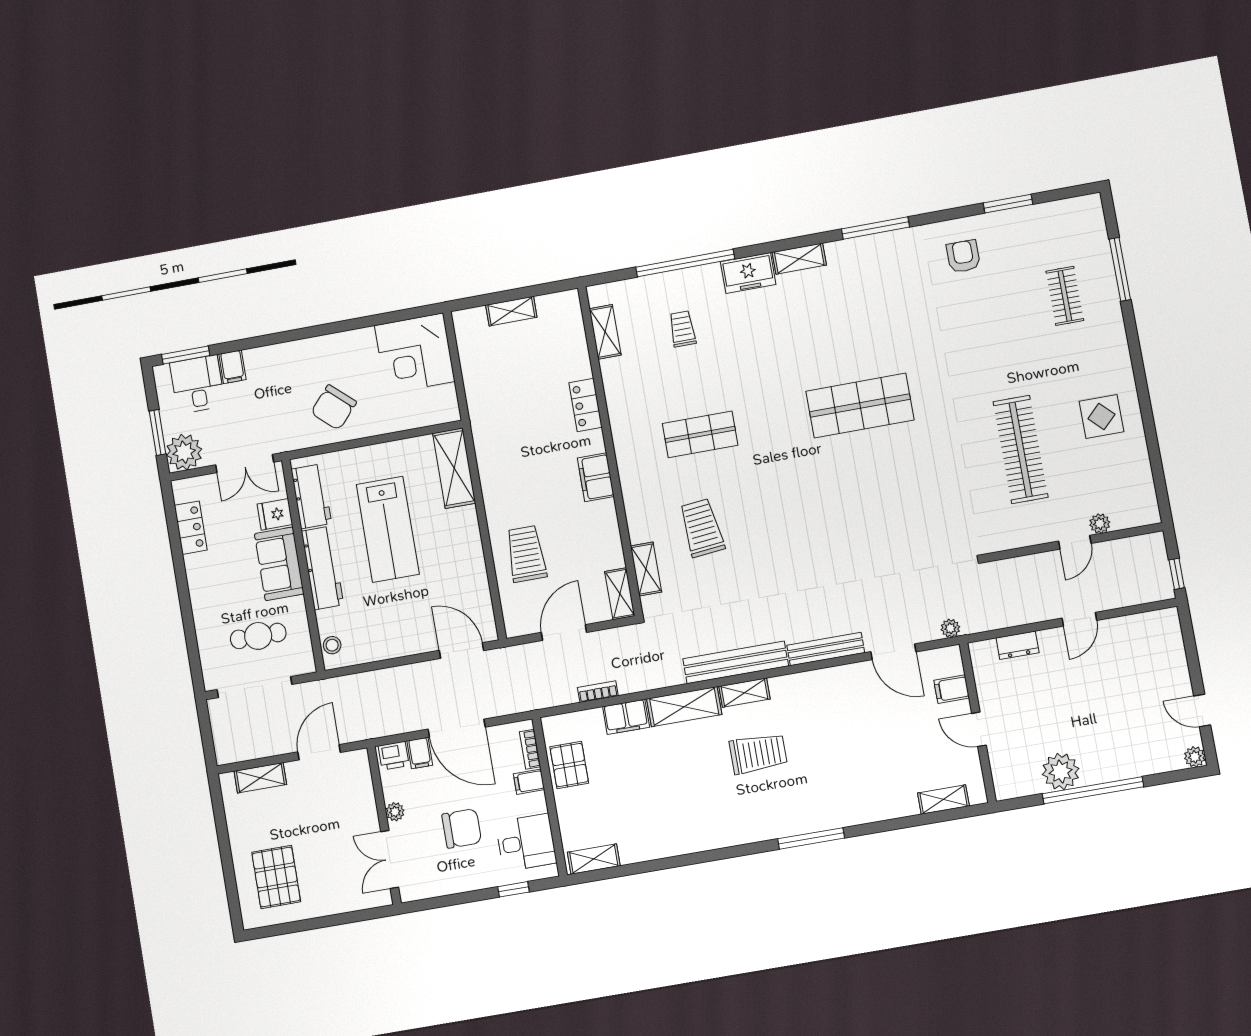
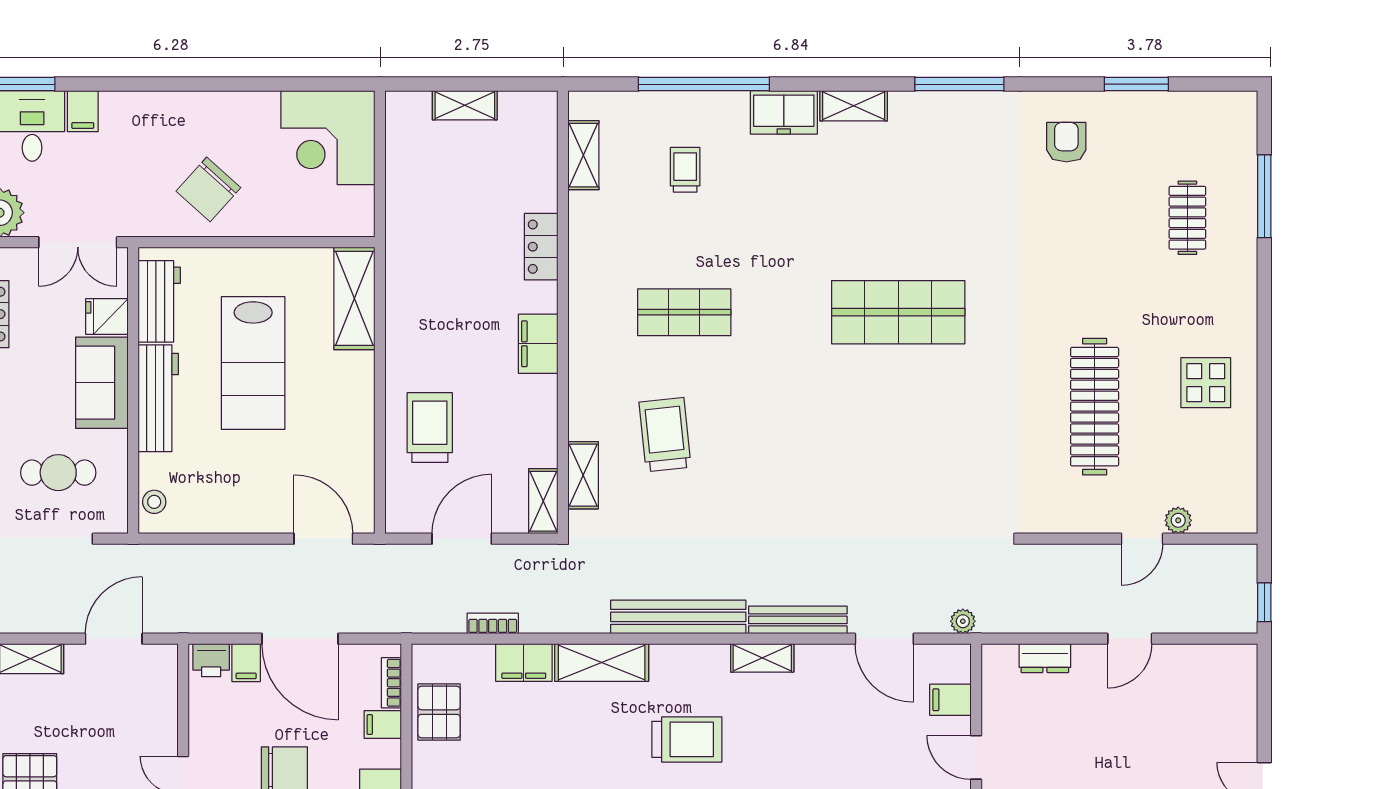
shelving: (744, 693) -> (762, 658), moved
plant: (395, 812) -> (201, 733), removed

